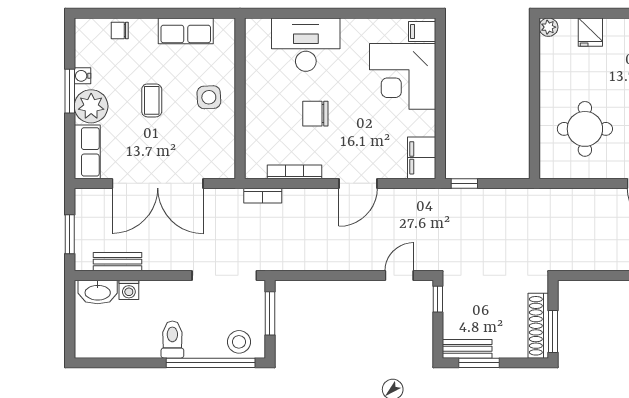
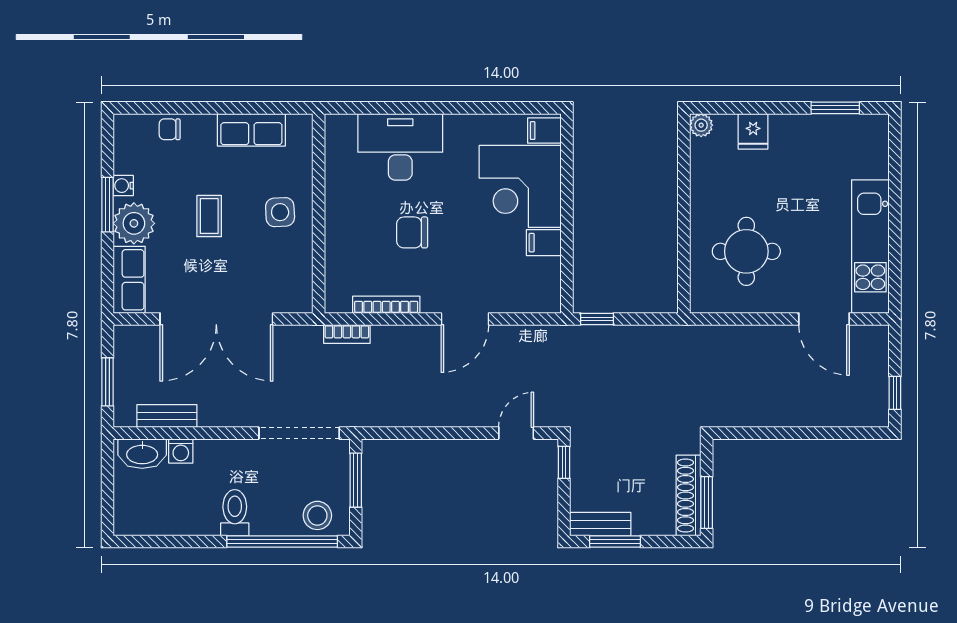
filing cabinet: (422, 158) -> (544, 243), moved, width x0.50

